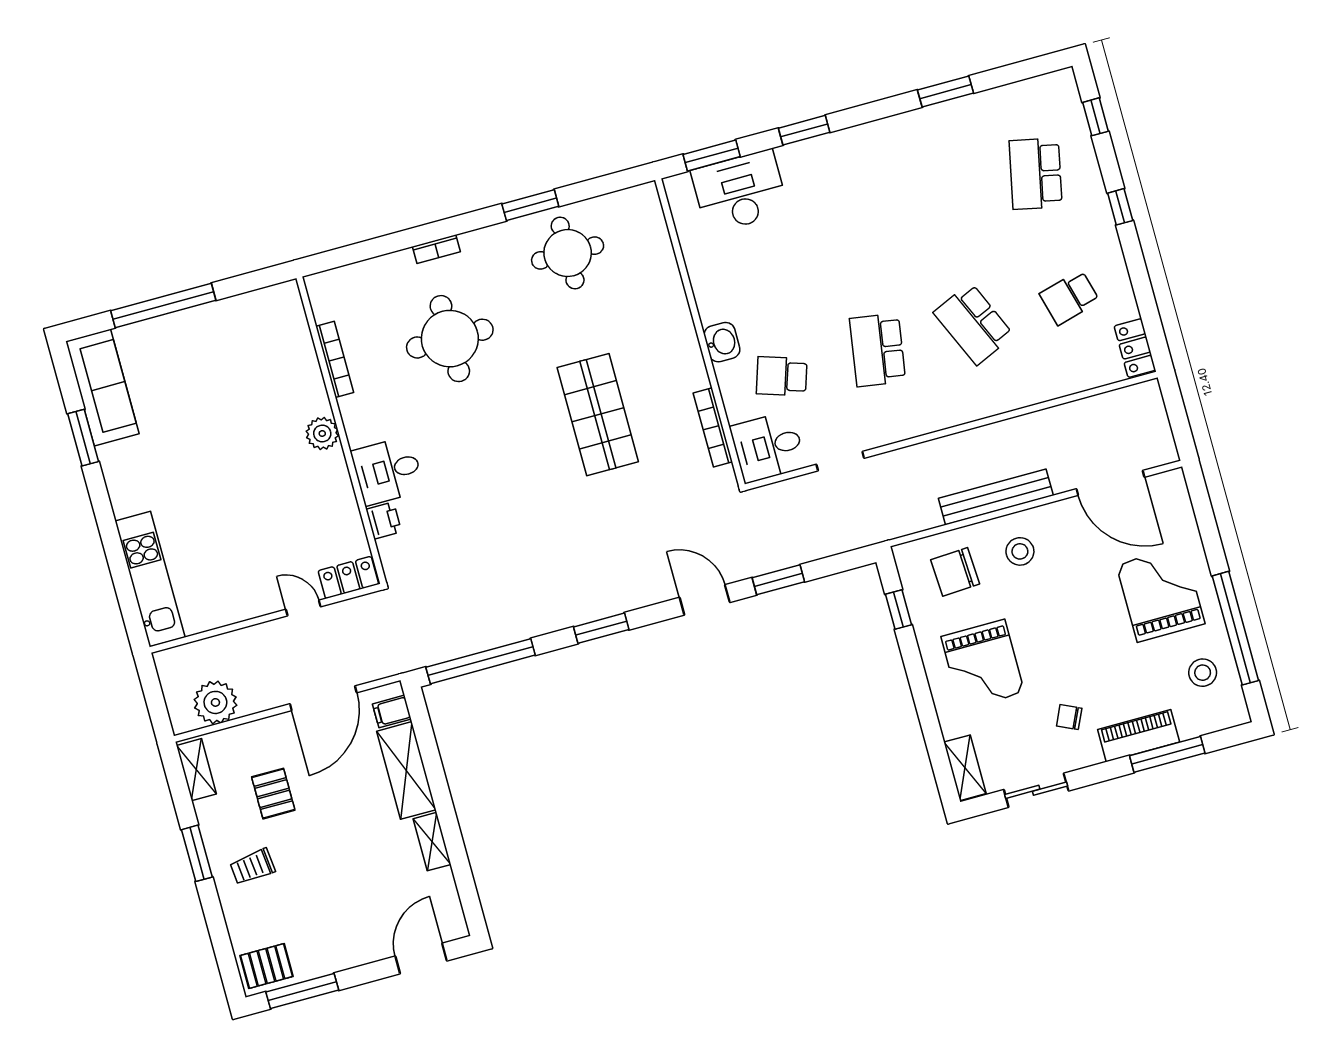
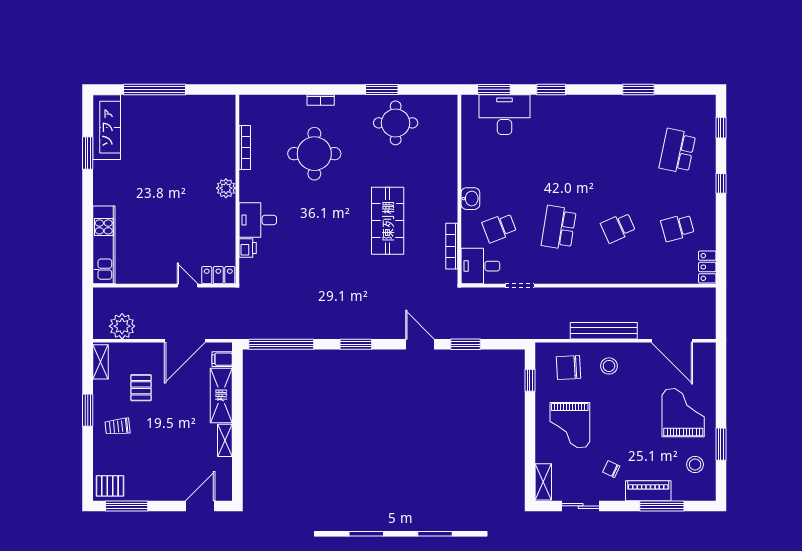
school desk: (974, 324) -> (618, 228), width x0.54
school desk: (782, 376) -> (499, 228), turned -39
window: (1235, 628) -> (721, 444), width x0.47

